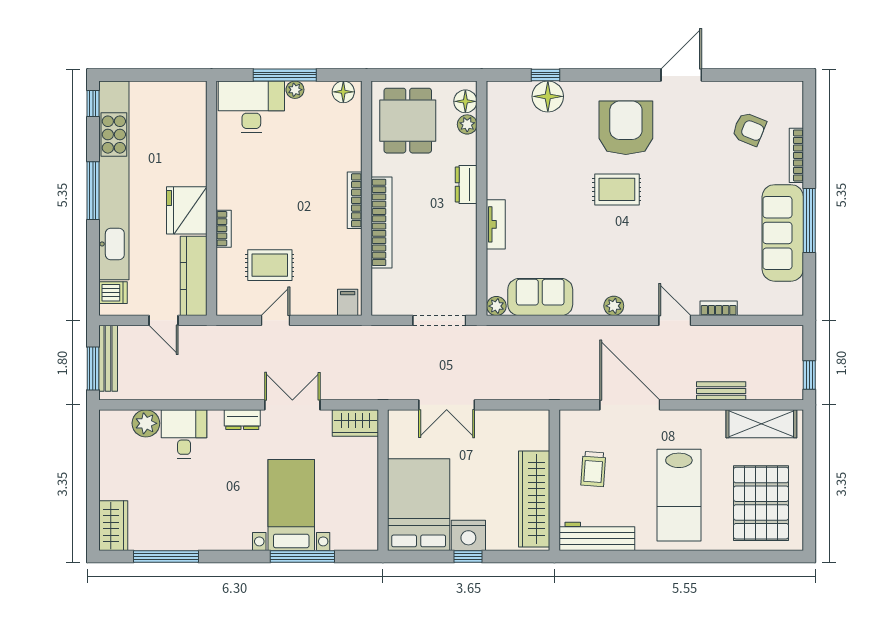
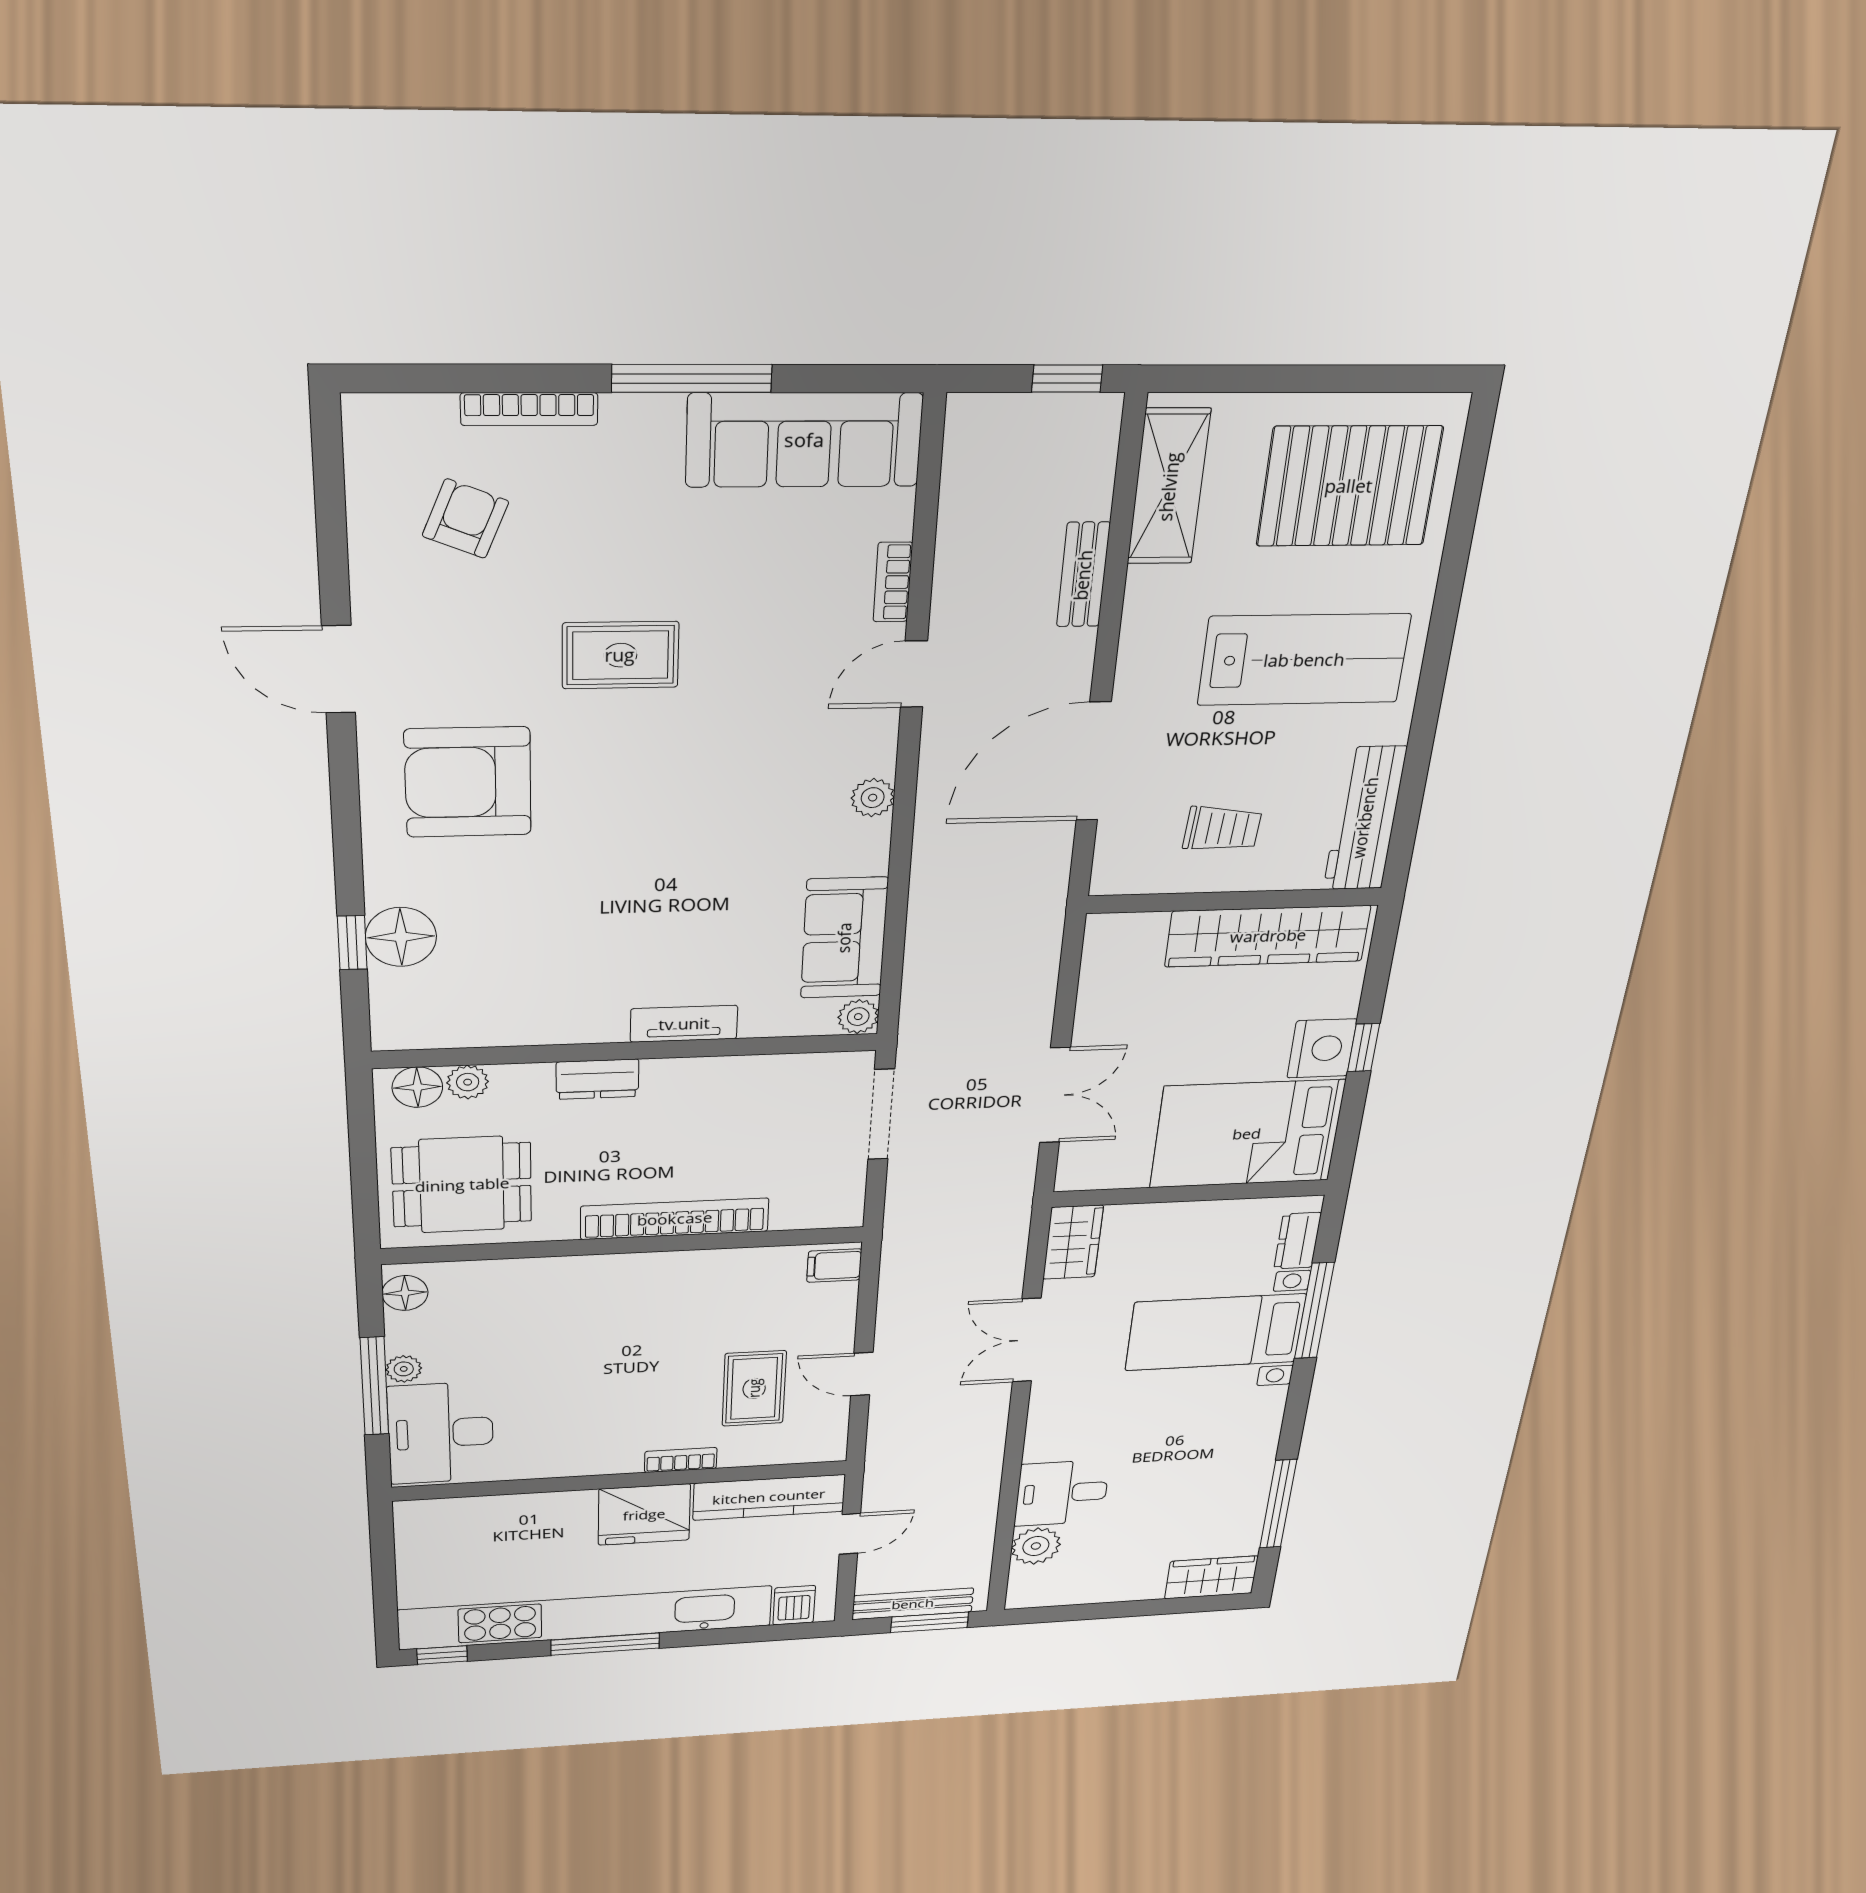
rug: (617, 189) -> (620, 655), moved, turned 90
bookcase: (355, 200) -> (629, 1264), removed
sofa: (783, 233) -> (804, 440), moved
dresser: (242, 420) -> (1298, 1241), moved, turned 180

